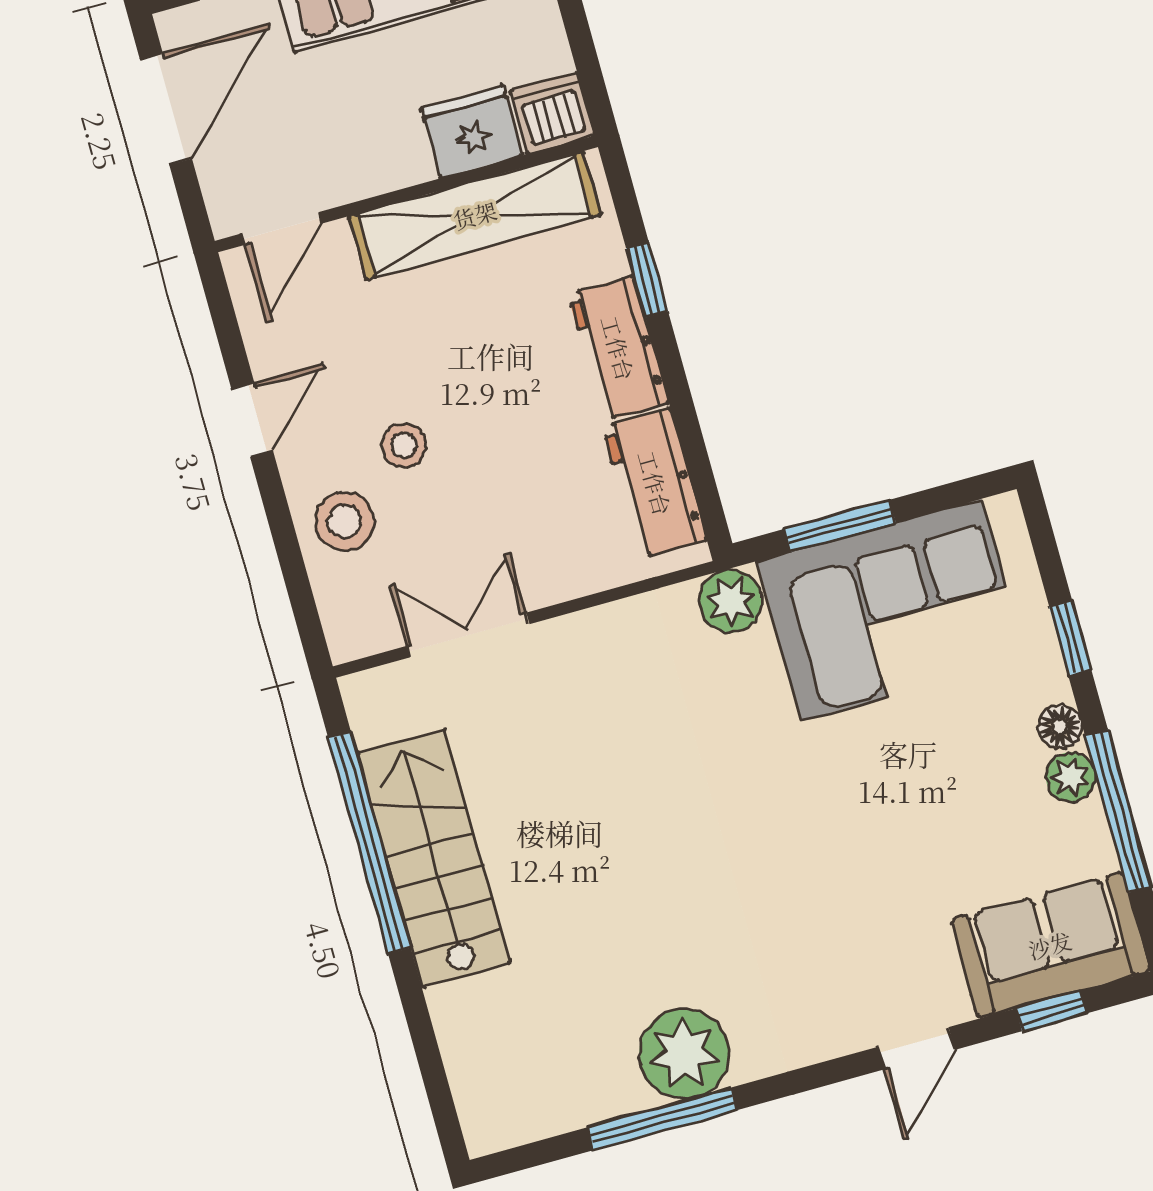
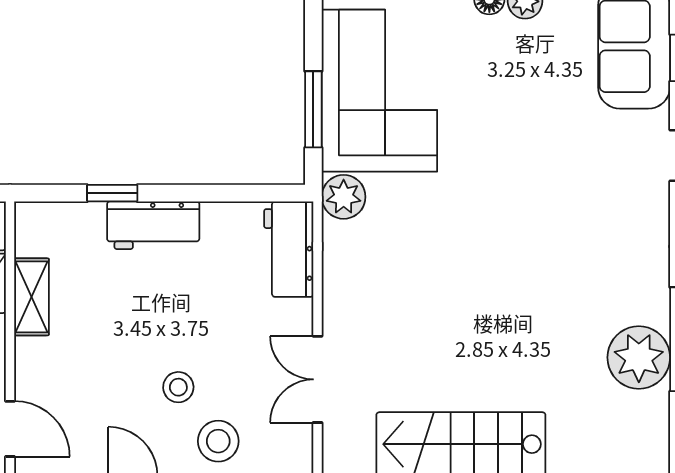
shelving: (475, 215) -> (31, 297), width x0.45, depth x0.75
workbench: (655, 483) -> (289, 249), moved, turned 90
plant: (684, 1054) -> (639, 357), moved

